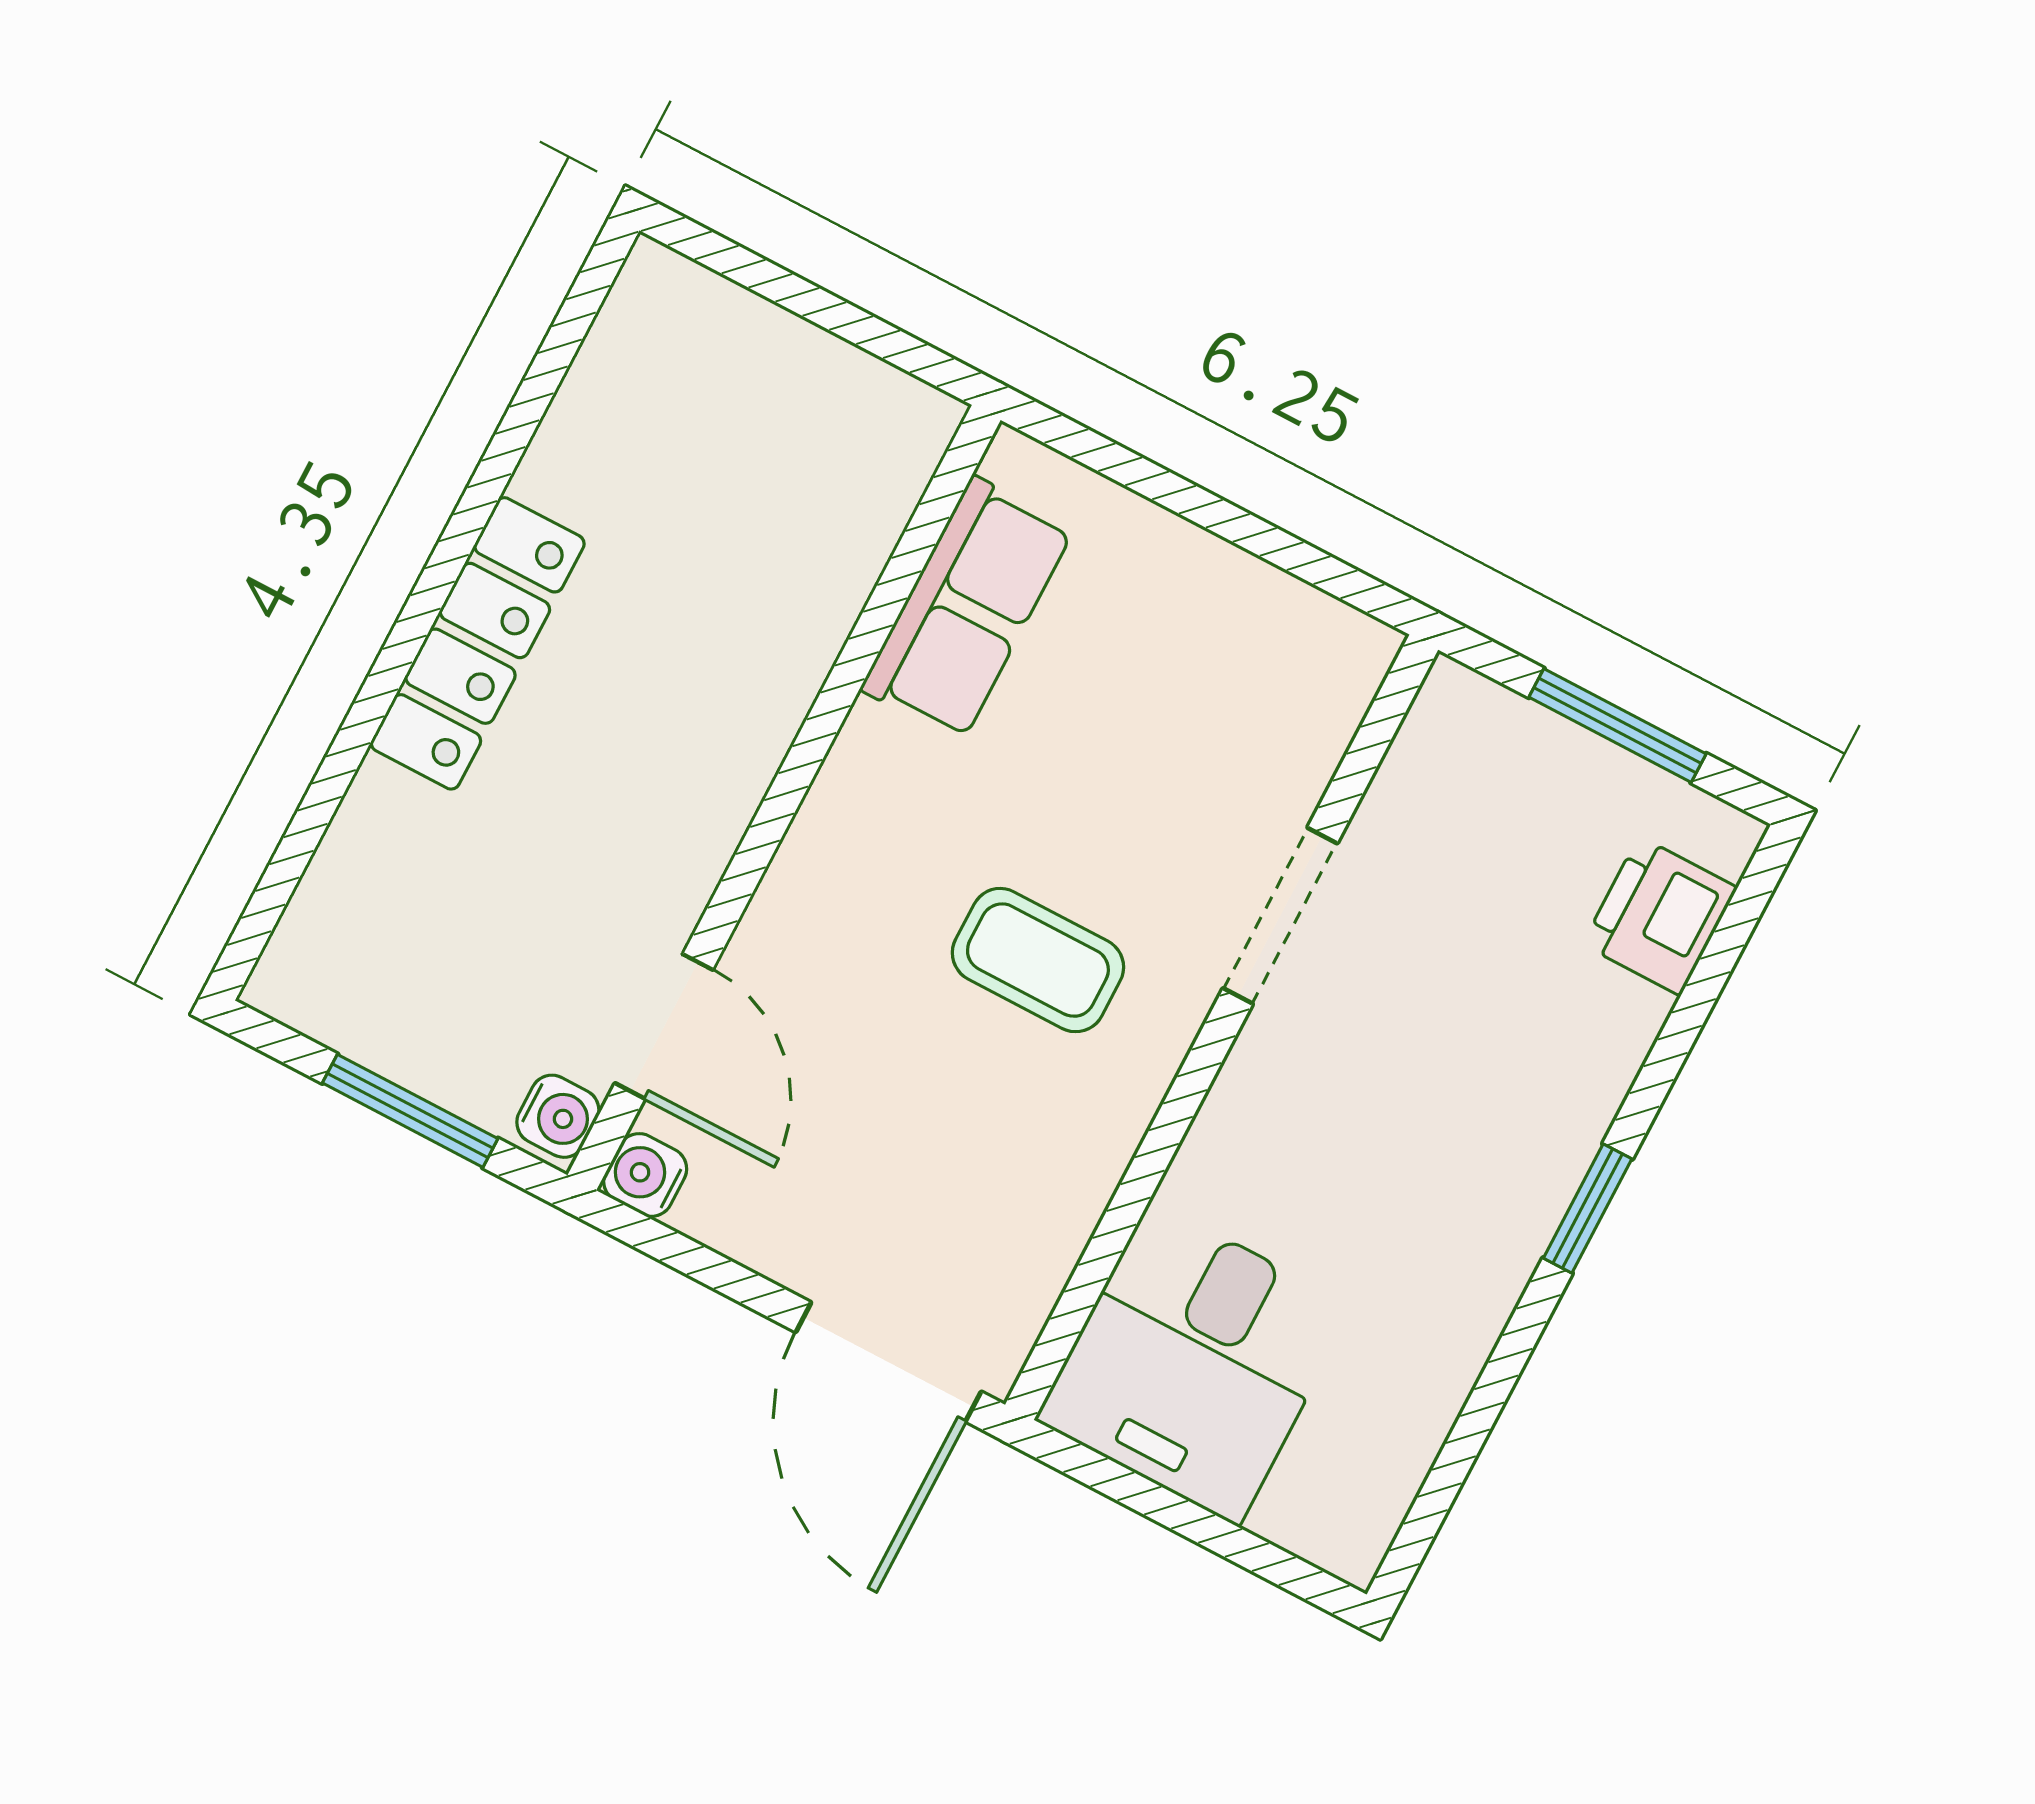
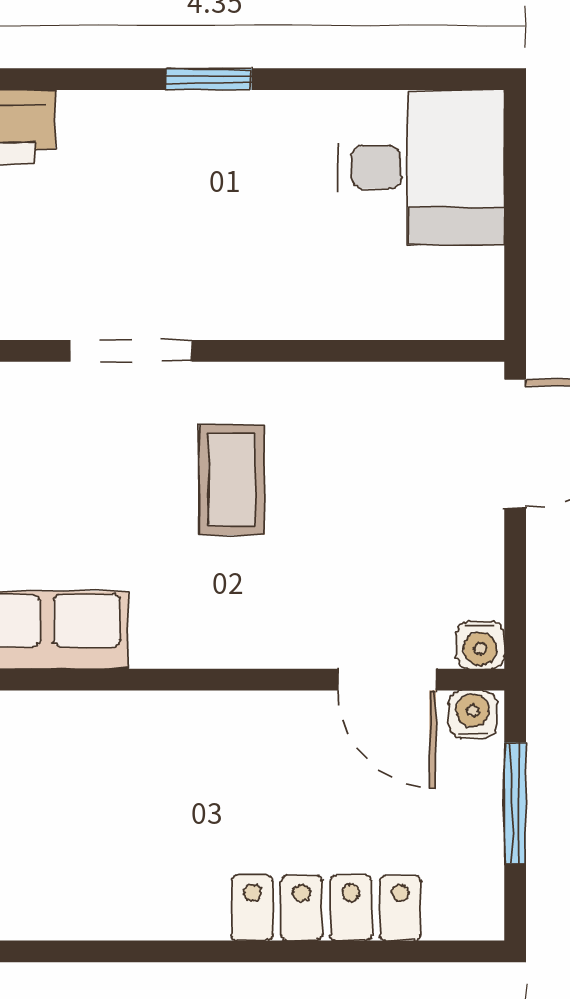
locker: (478, 643) -> (326, 908), moved
door: (664, 1026) -> (387, 680), swing flipped
desk: (1194, 1363) -> (421, 167), moved

